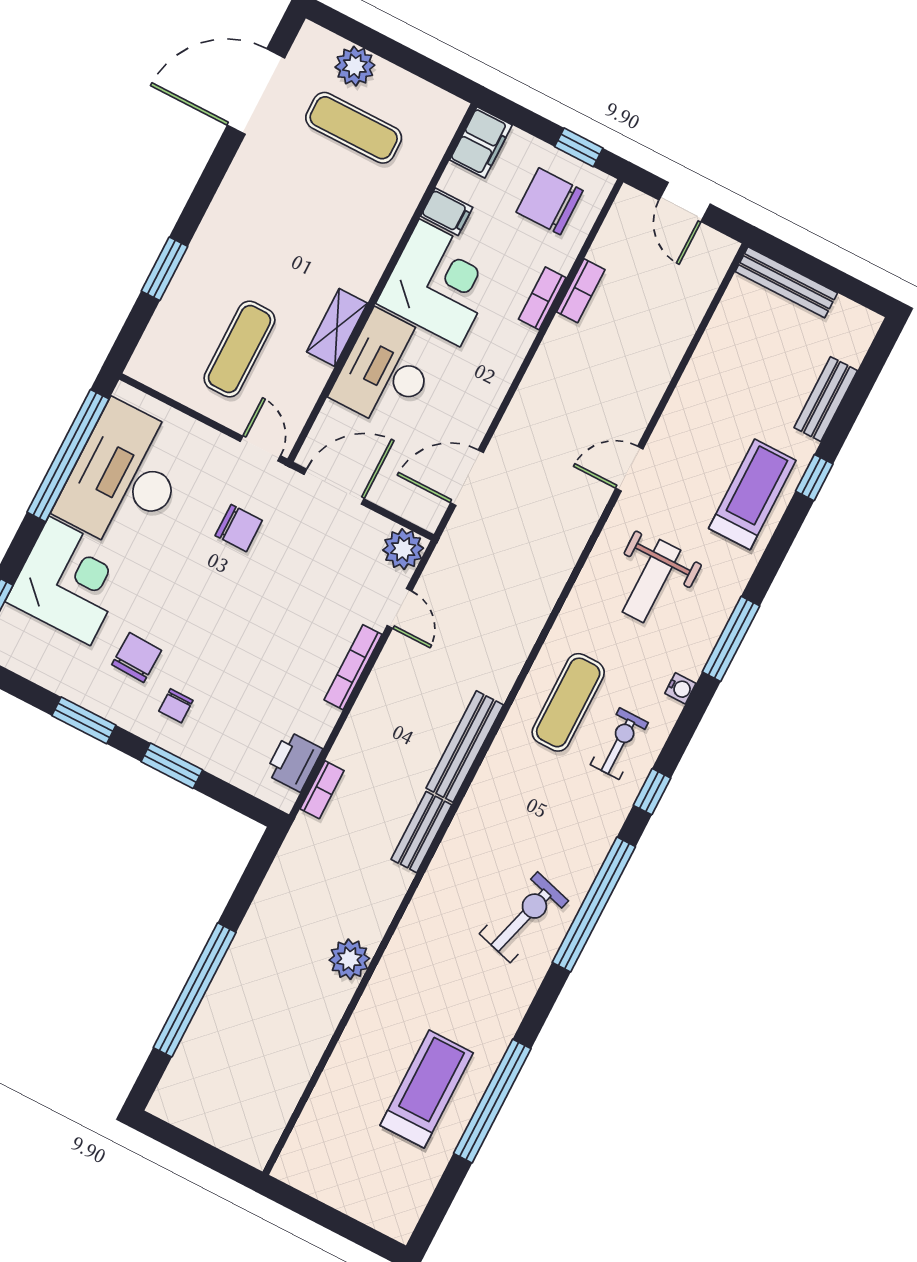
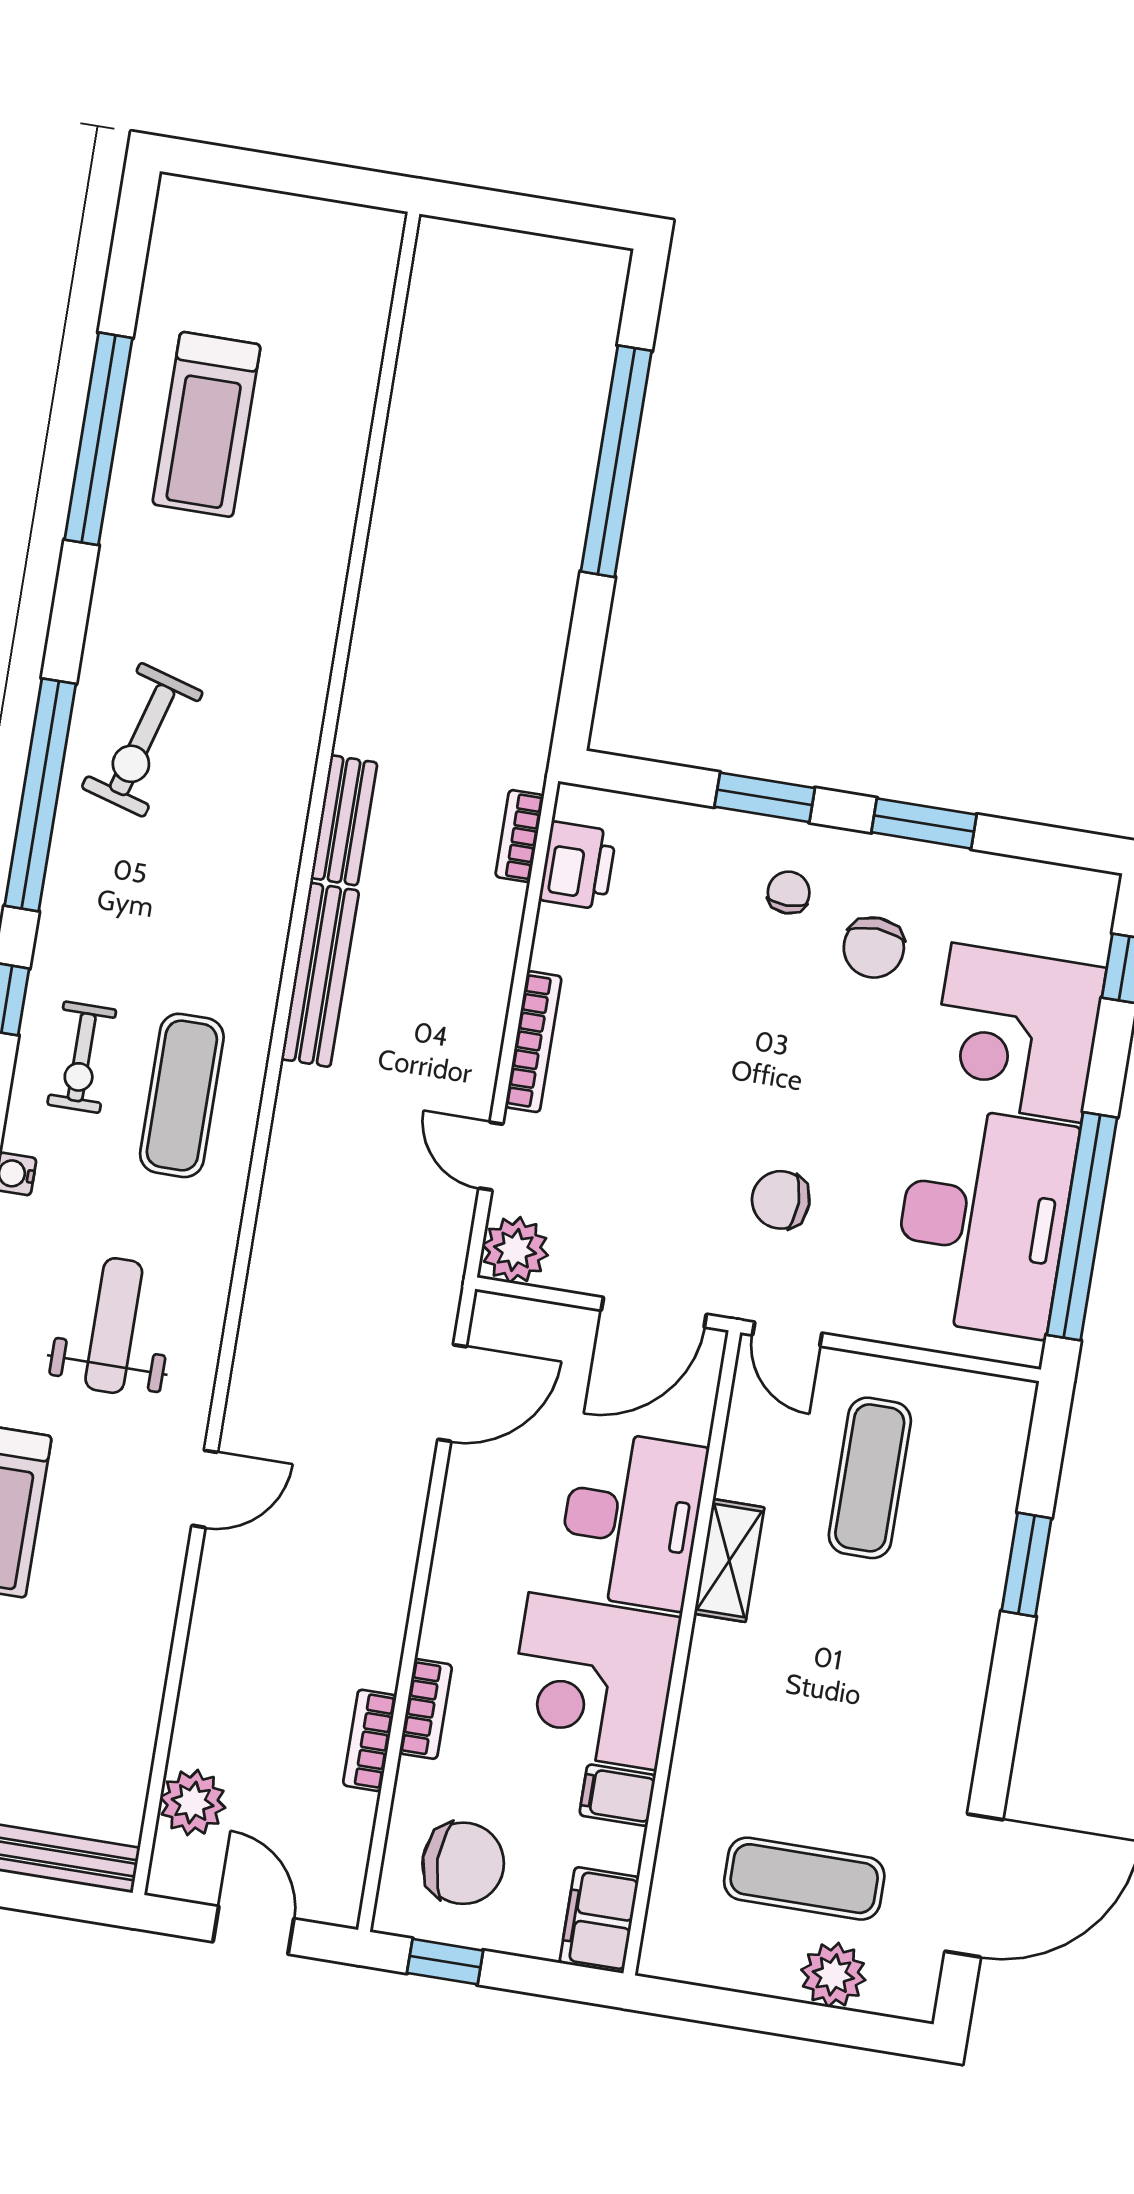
plant: (349, 959) -> (193, 1803), moved

